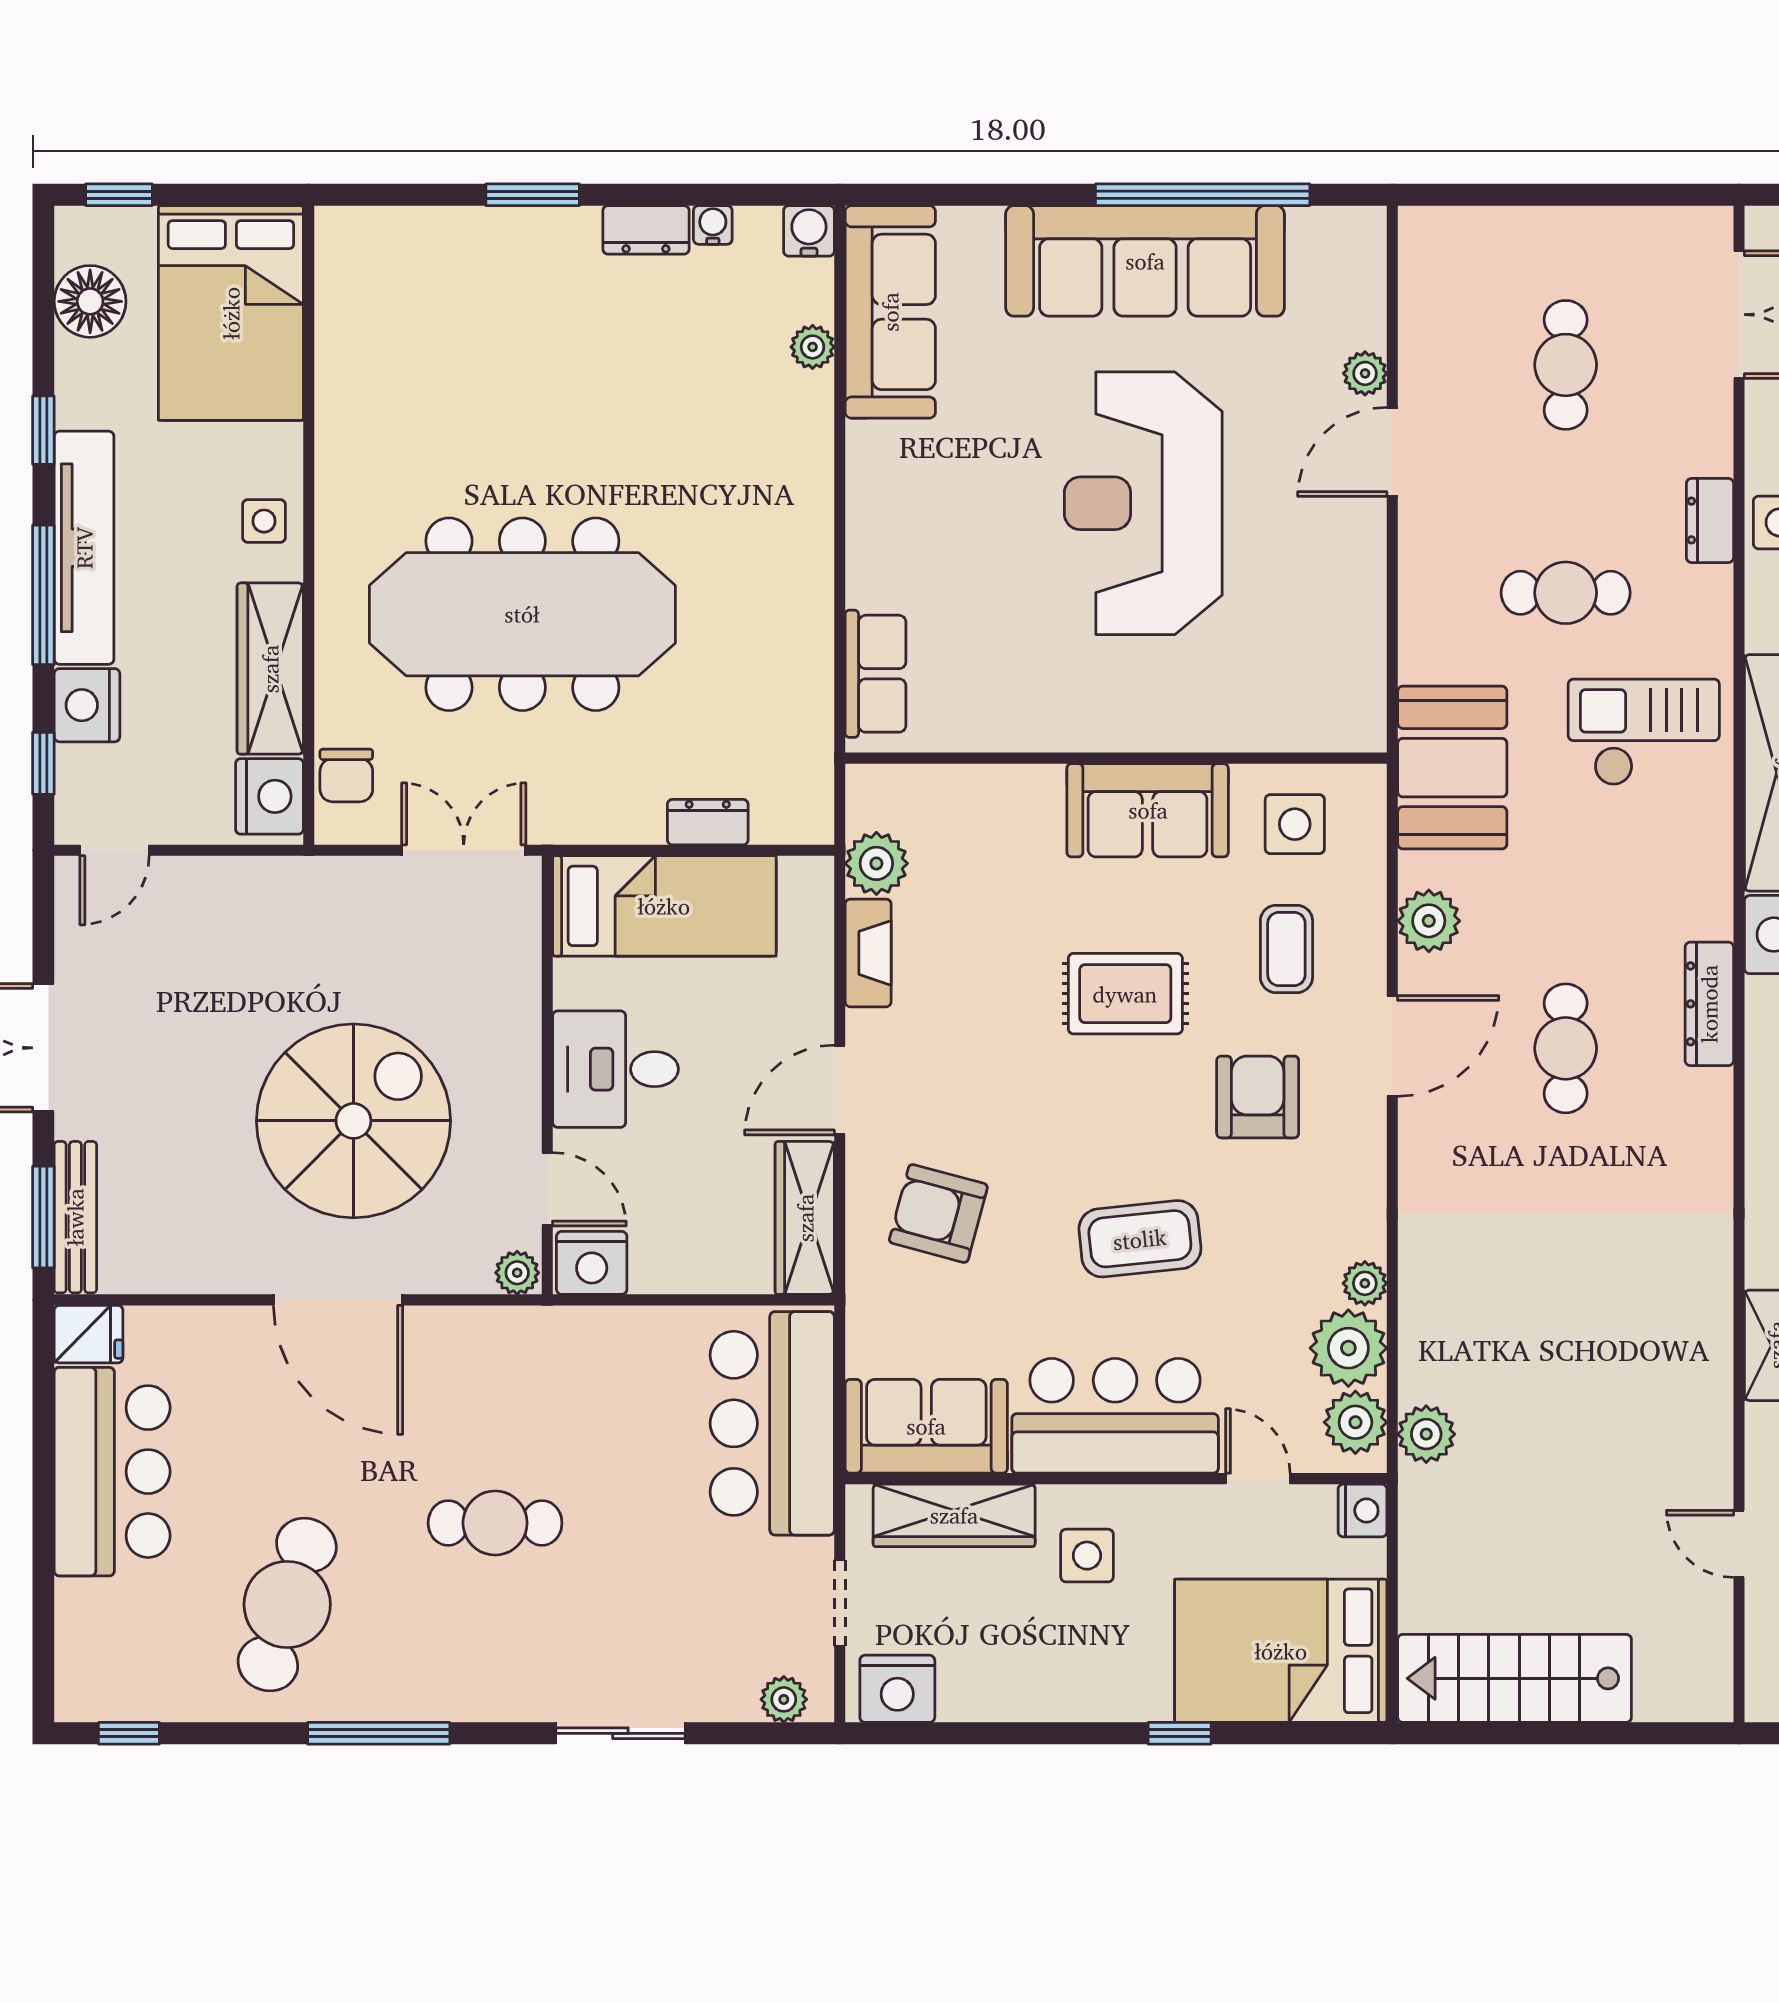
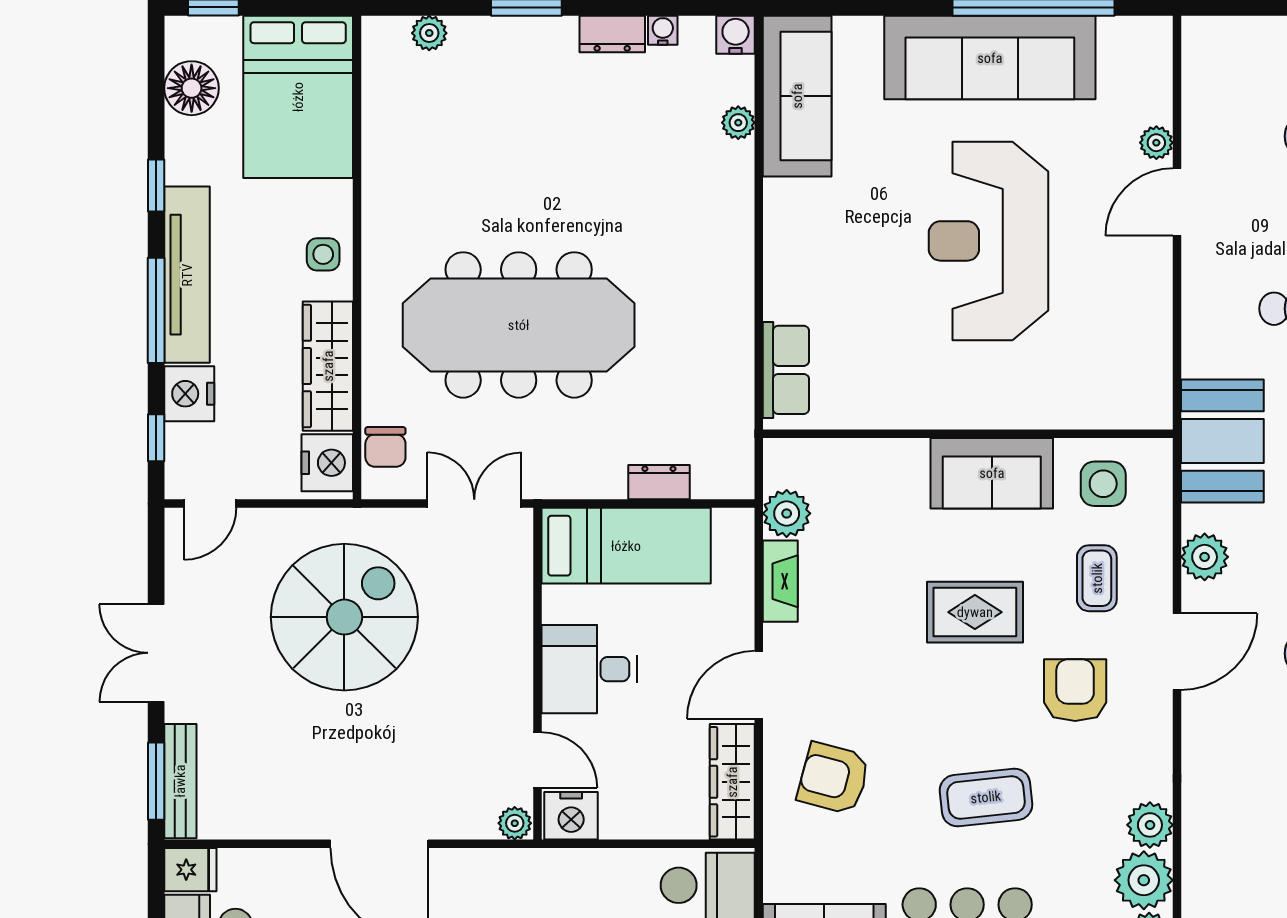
plant: (404, 229) -> (429, 33), added
spiral stairs: (353, 1121) -> (344, 617), moved
plant: (1365, 1283) -> (1150, 825), width x1.38, depth x1.38

